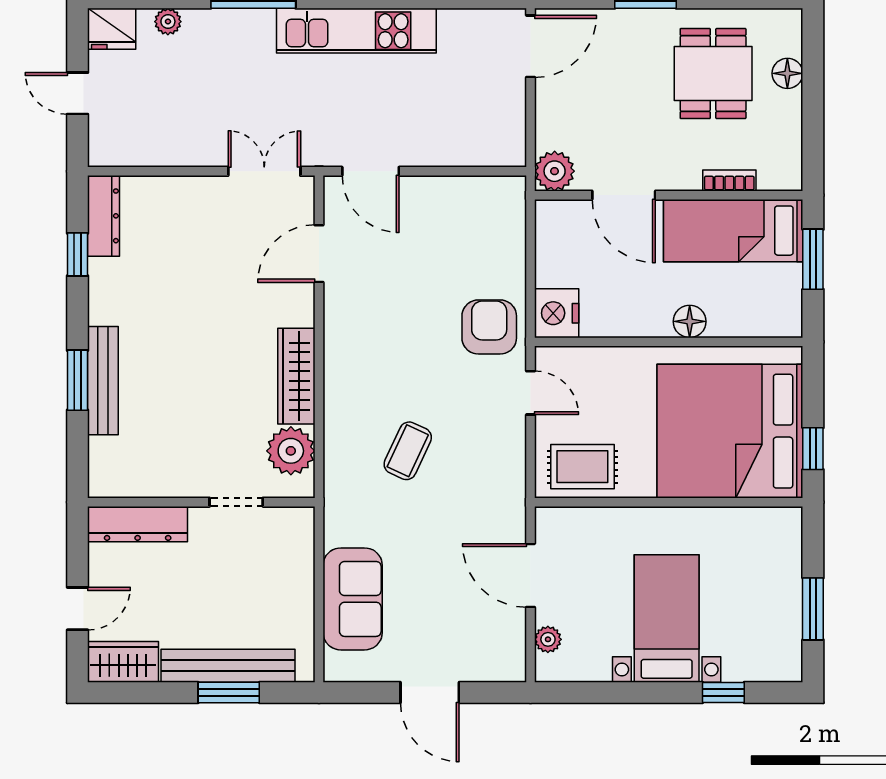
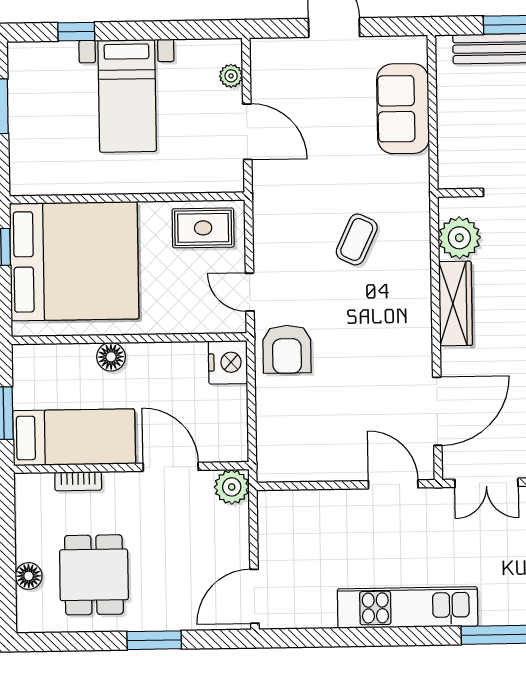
door: (319, 254) -> (437, 411), width x1.36

